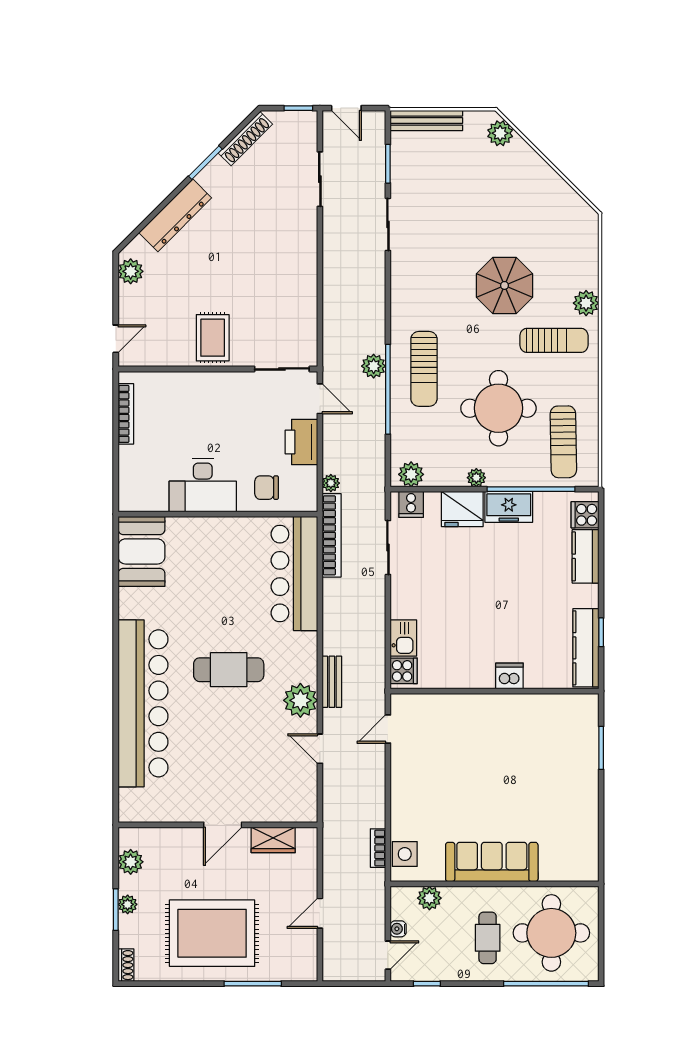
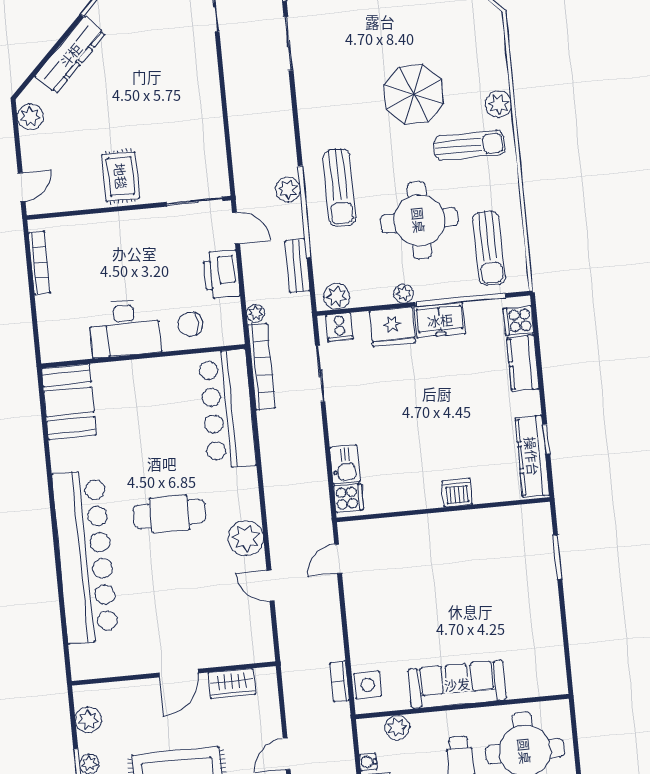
bench: (332, 682) -> (297, 266), moved

